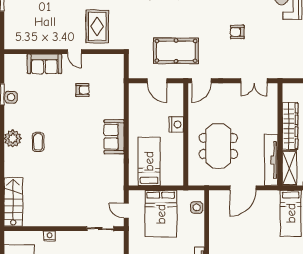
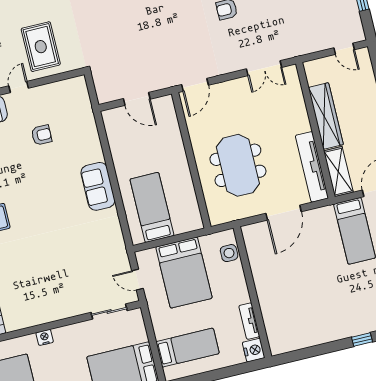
pool table: (176, 51) -> (152, 54), removed
door: (74, 52) -> (19, 87), swing flipped
nightstand: (176, 124) -> (176, 150), removed

